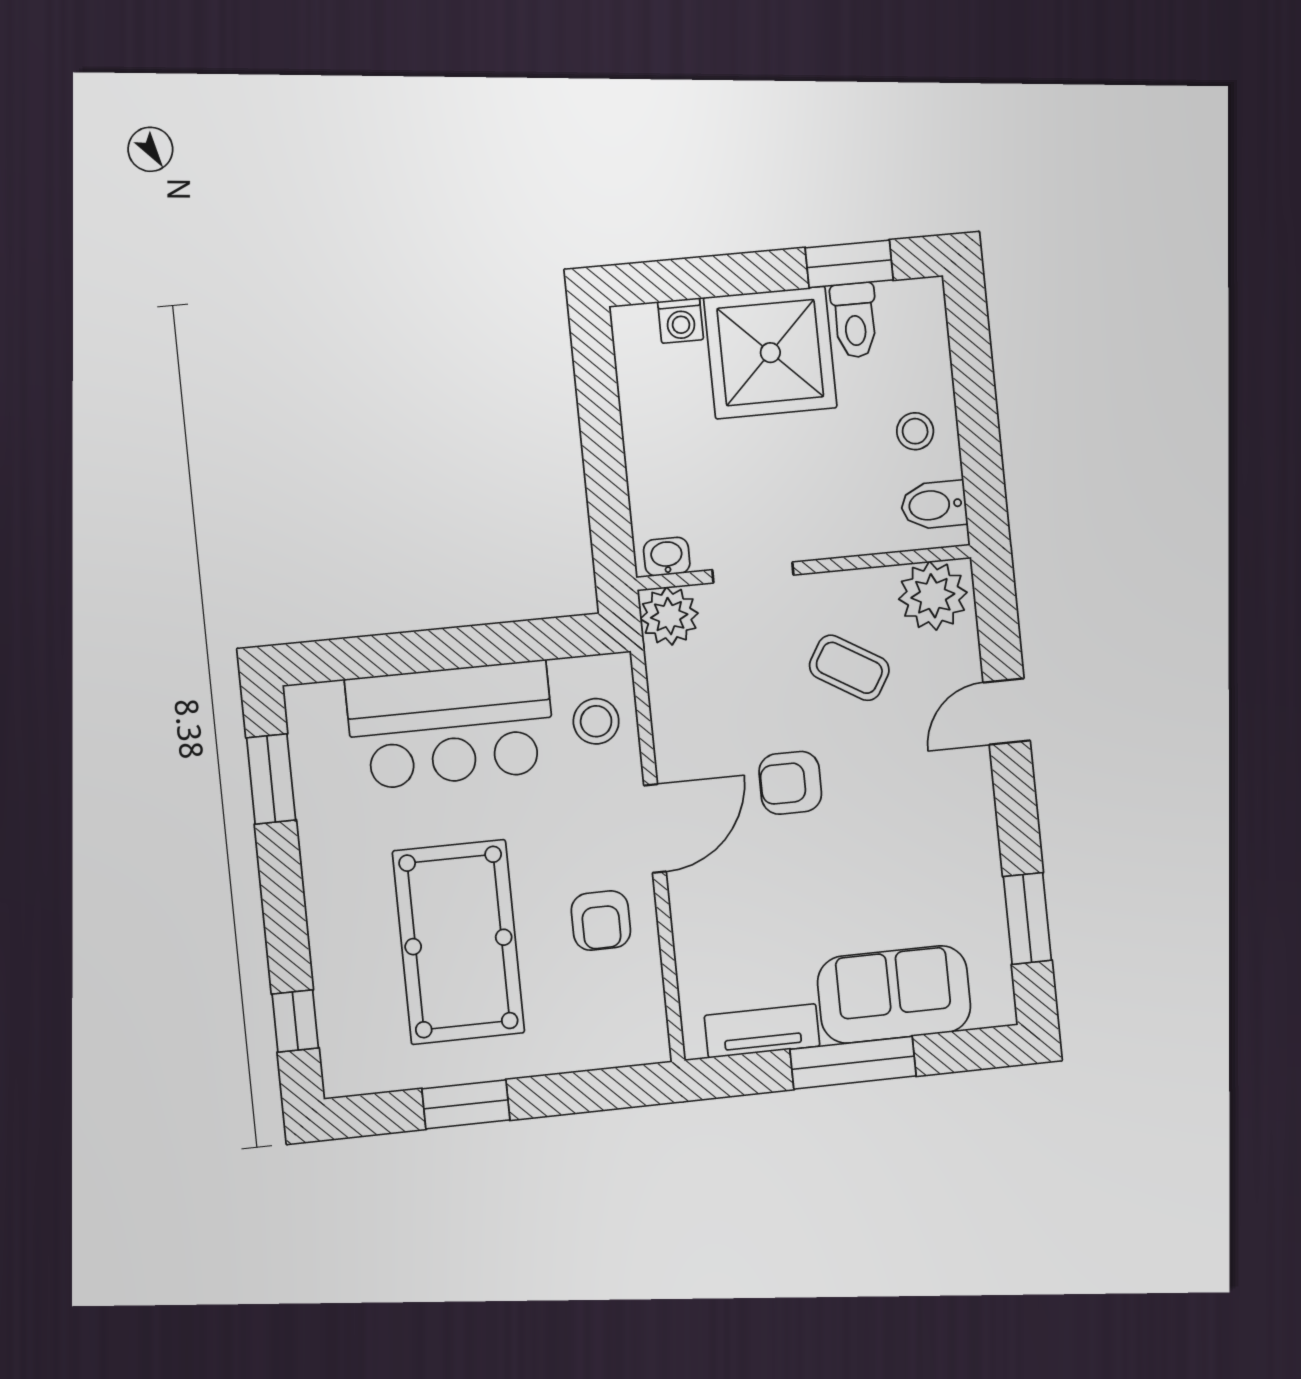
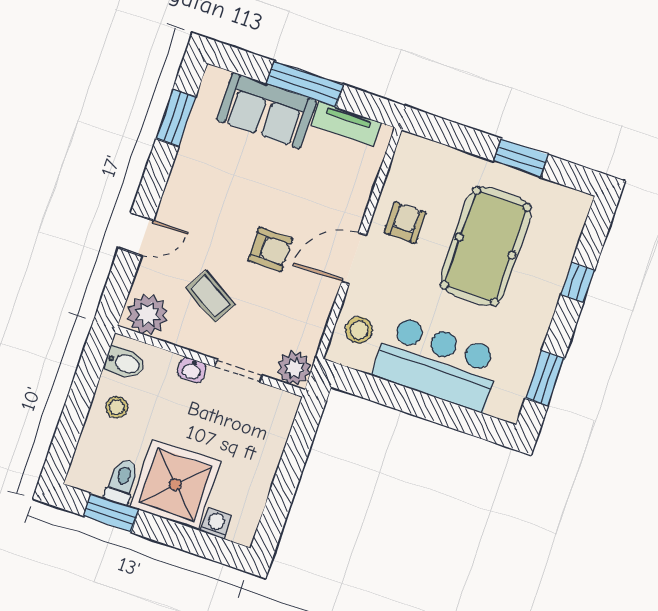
washbasin: (667, 557) -> (192, 370), moved
window: (295, 1021) -> (578, 282), moved

